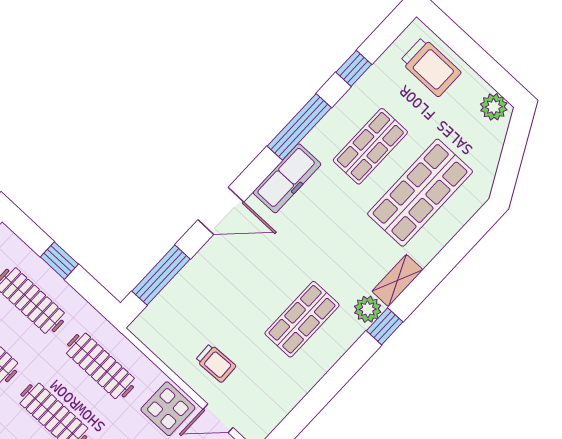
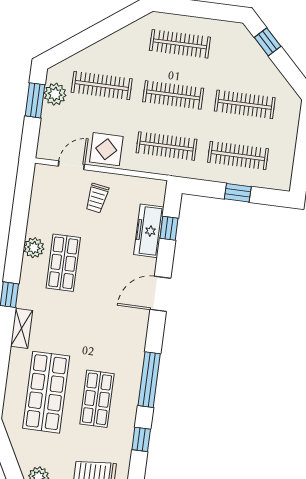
freezer: (287, 178) -> (149, 231), moved
window: (161, 275) -> (169, 228), width x0.46
plant: (368, 309) -> (34, 248), moved
trolley: (216, 363) -> (97, 198), turned -79

